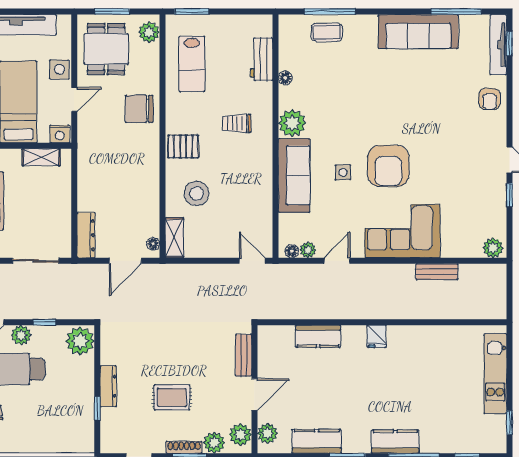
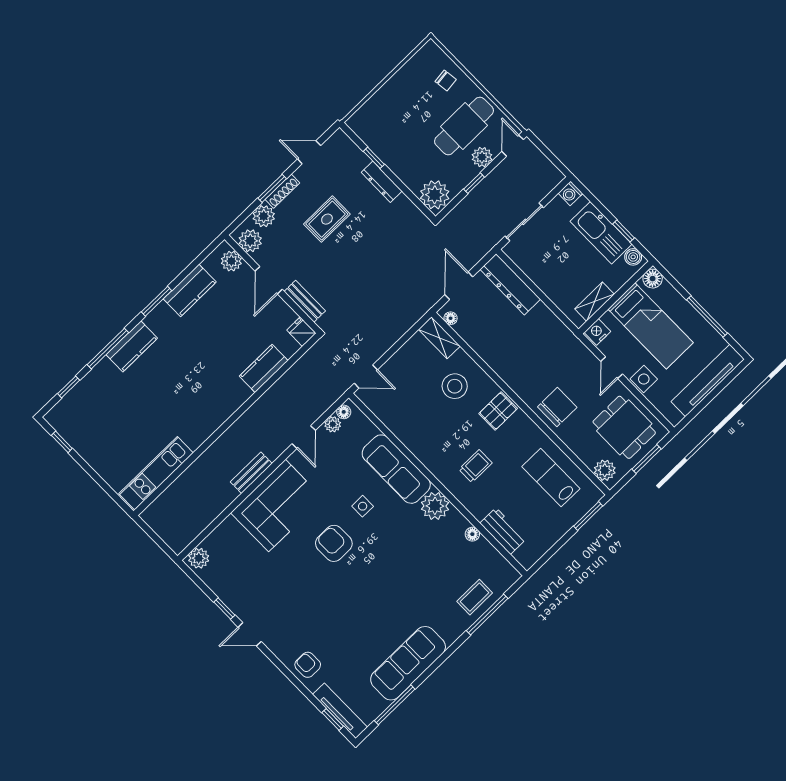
armchair: (388, 166) -> (334, 543), width x0.73, depth x0.73
dresser: (86, 235) -> (510, 284), width x1.37, depth x1.24
bench: (437, 272) -> (251, 473), moved
fridge: (377, 336) -> (301, 332), moved
kitchen unit: (495, 374) -> (156, 473), moved, turned -90

